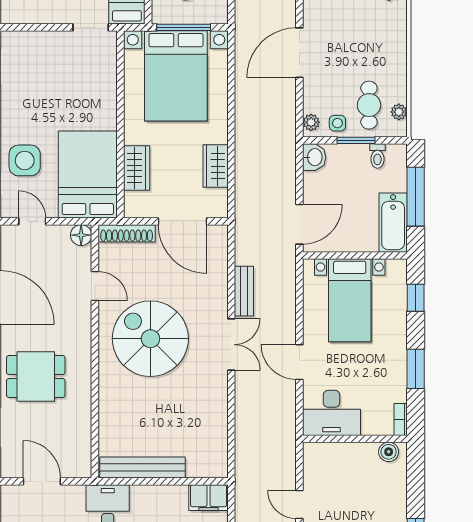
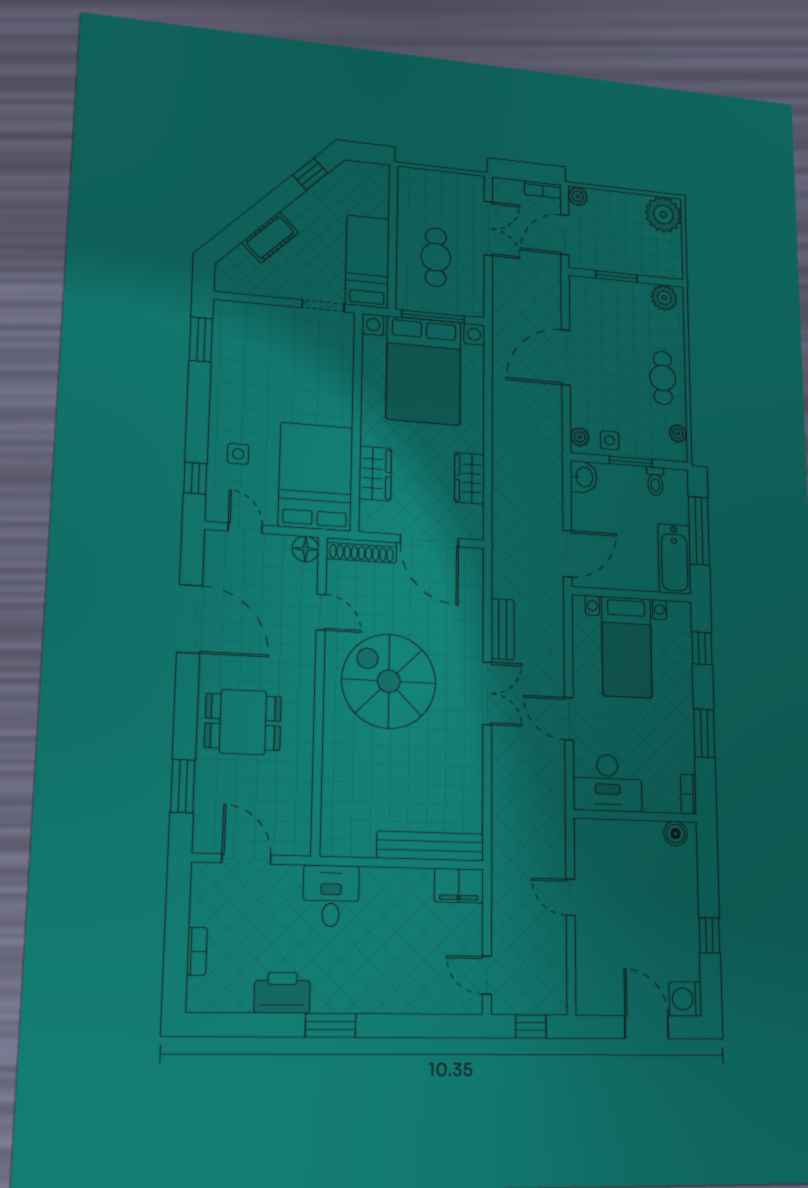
cafe table: (369, 105) -> (663, 378), moved
side table: (25, 160) -> (238, 454), width x0.54, depth x0.54
bench: (143, 468) -> (430, 846), moved

